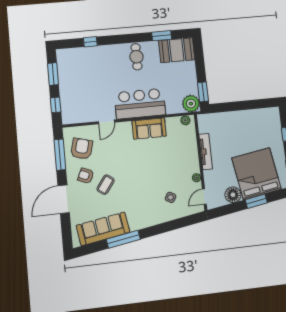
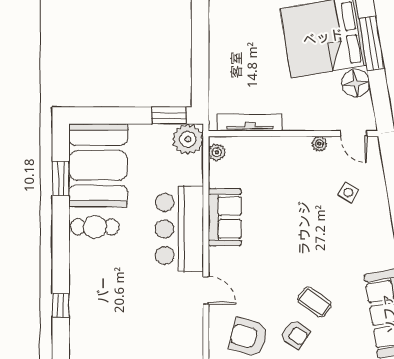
booth: (177, 50) -> (98, 165), width x1.36, depth x1.42
tv unit: (206, 152) -> (250, 123), moved
armchair: (86, 176) -> (295, 334), turned -79
window: (256, 201) -> (372, 43), width x1.44

